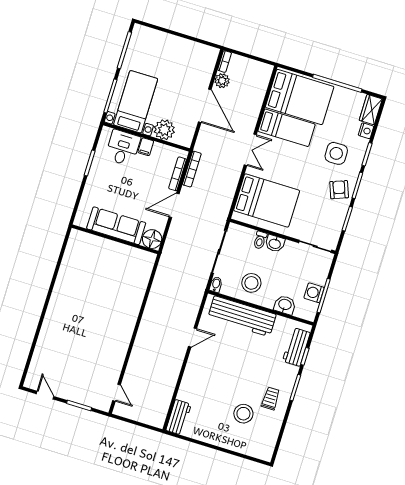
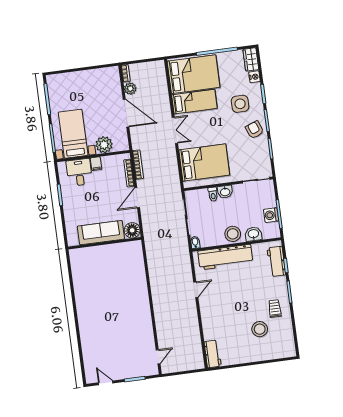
stool: (251, 283) -> (233, 234), moved
door: (116, 393) -> (158, 357), hinge flipped

